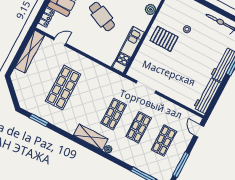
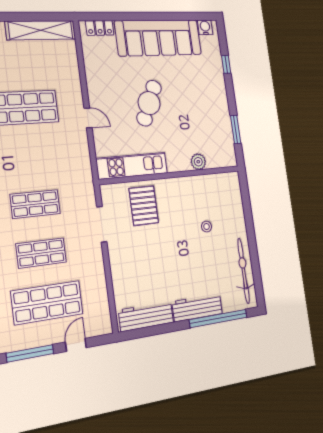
pallet: (164, 39) -> (144, 206), moved
door: (60, 42) -> (88, 118), moved
door: (199, 131) -> (76, 345), moved
shop shelf: (164, 141) -> (47, 303), width x1.43, depth x1.36

